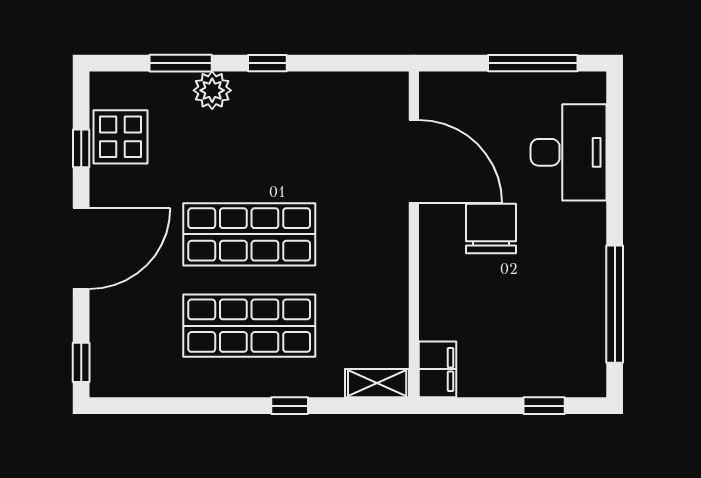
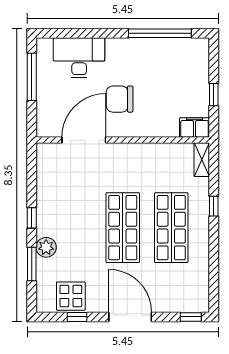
window: (544, 406) -> (214, 95), moved

